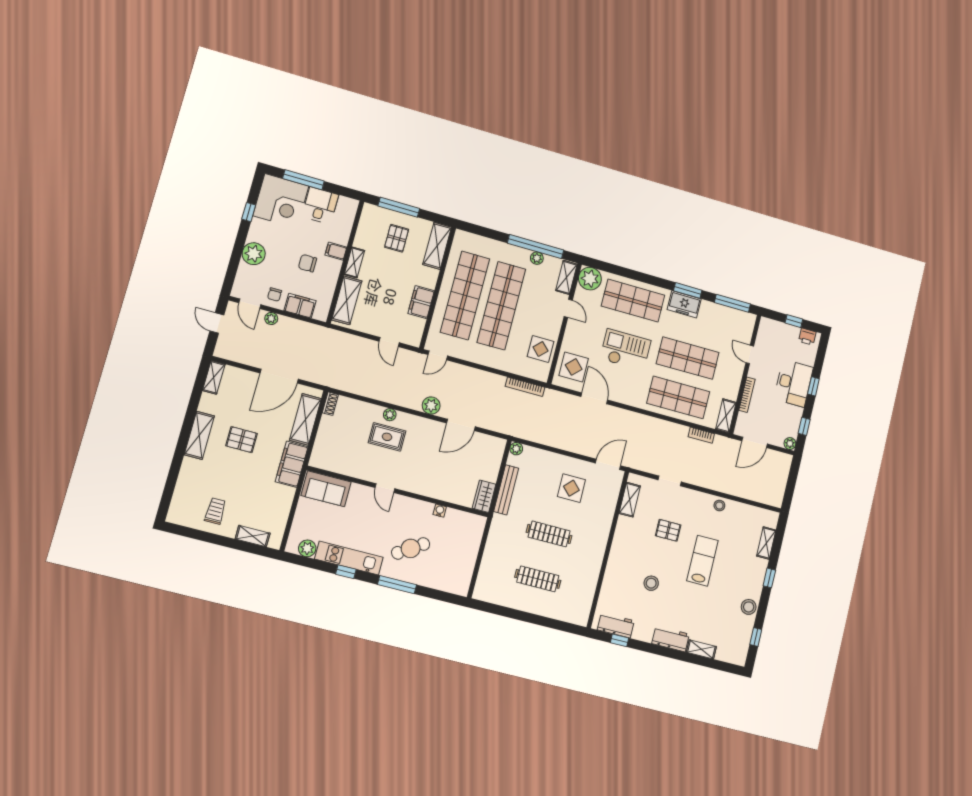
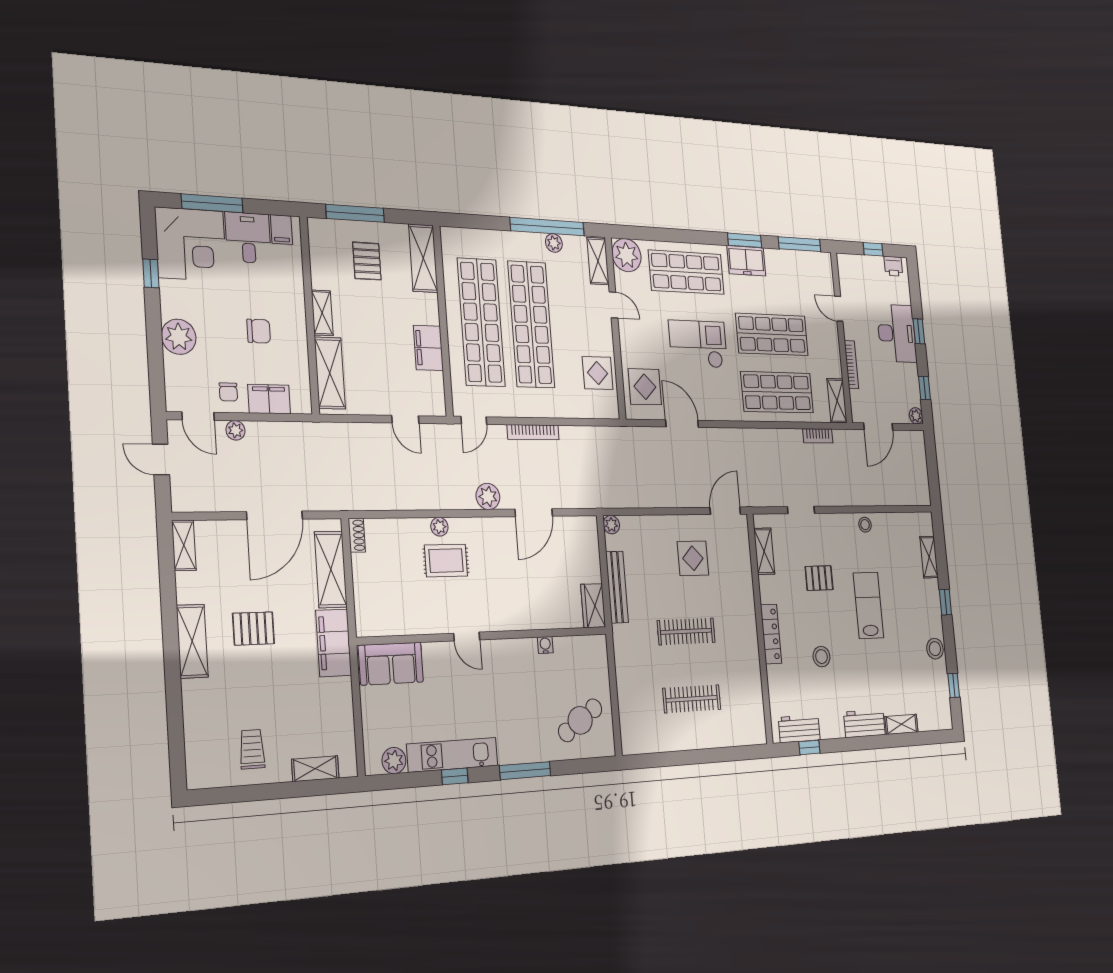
filing cabinet: (336, 251) -> (281, 230), moved, turned -90
chair: (307, 263) -> (259, 331), turned 180
bookcase: (525, 387) -> (533, 432), moved
cafe table: (411, 548) -> (580, 720), moved
locker: (616, 556) -> (771, 634), added

